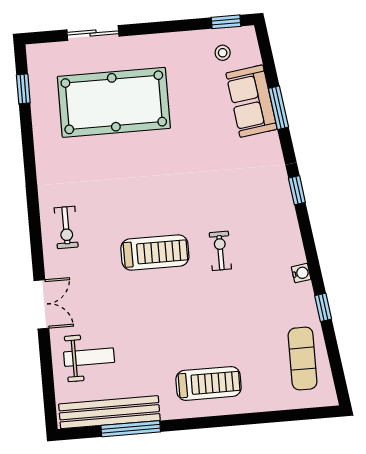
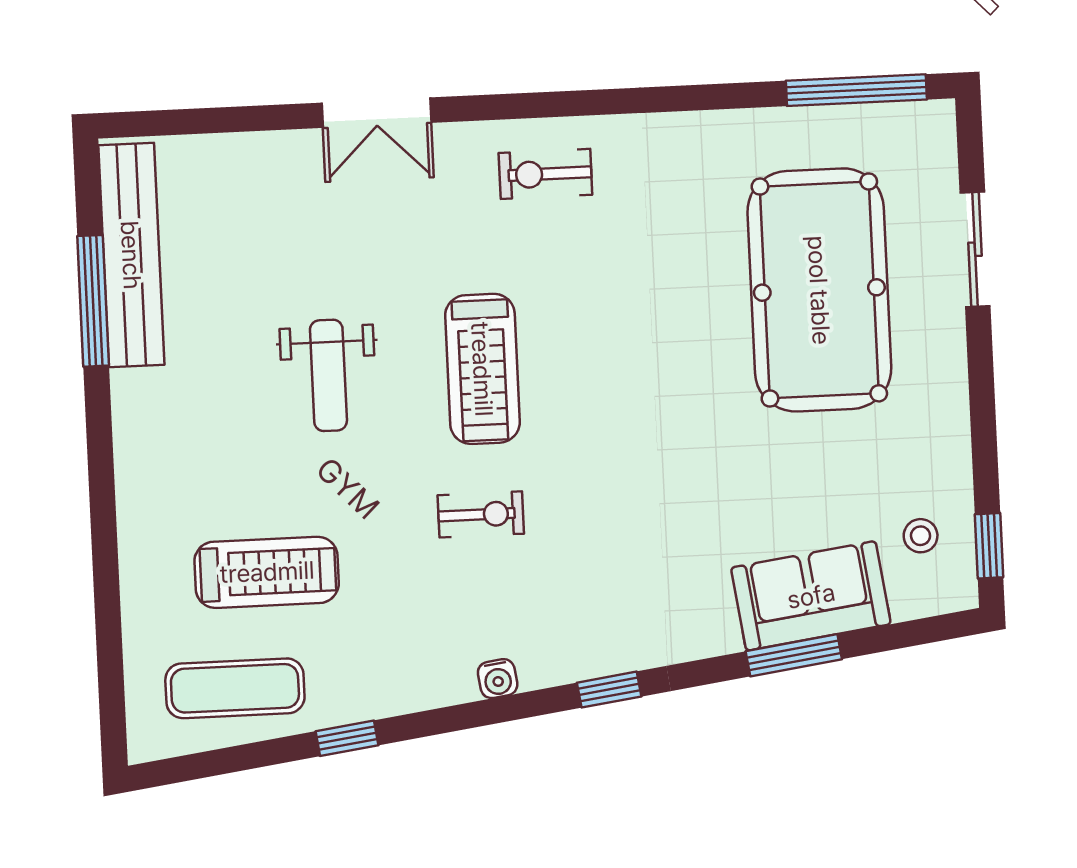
window: (23, 89) -> (856, 90), width x2.17
water cooler: (301, 273) -> (498, 679), moved
weight bench: (89, 357) -> (328, 375), moved
treadmill: (208, 383) -> (267, 572), moved, turned -90

